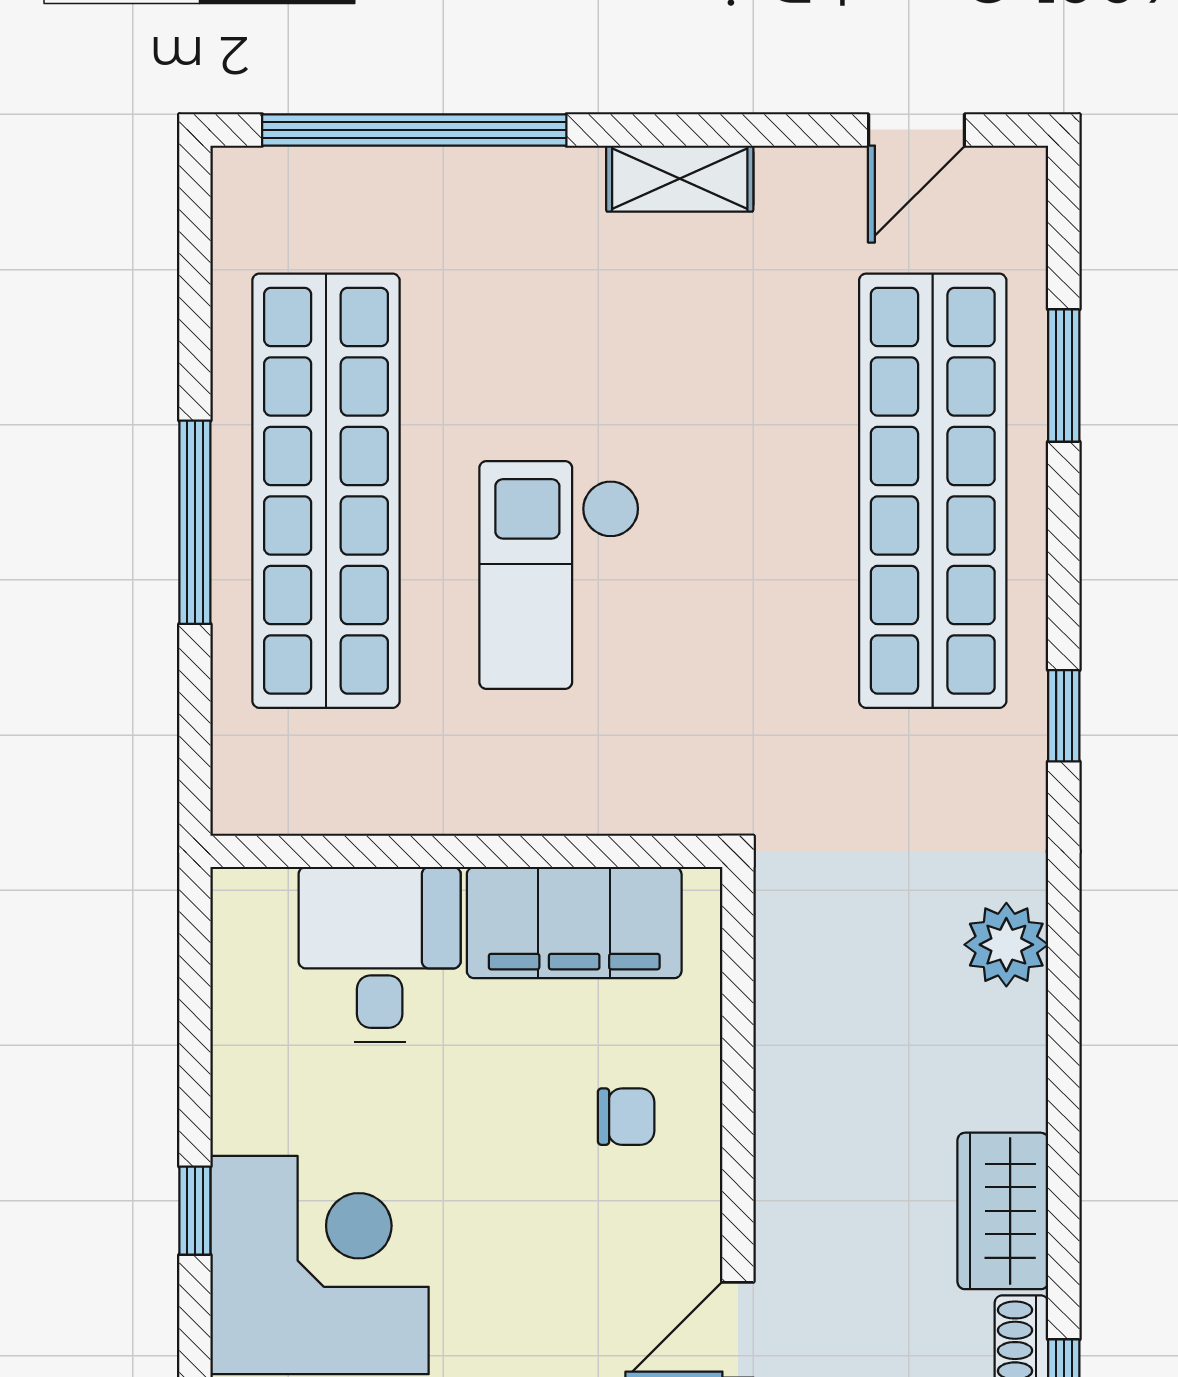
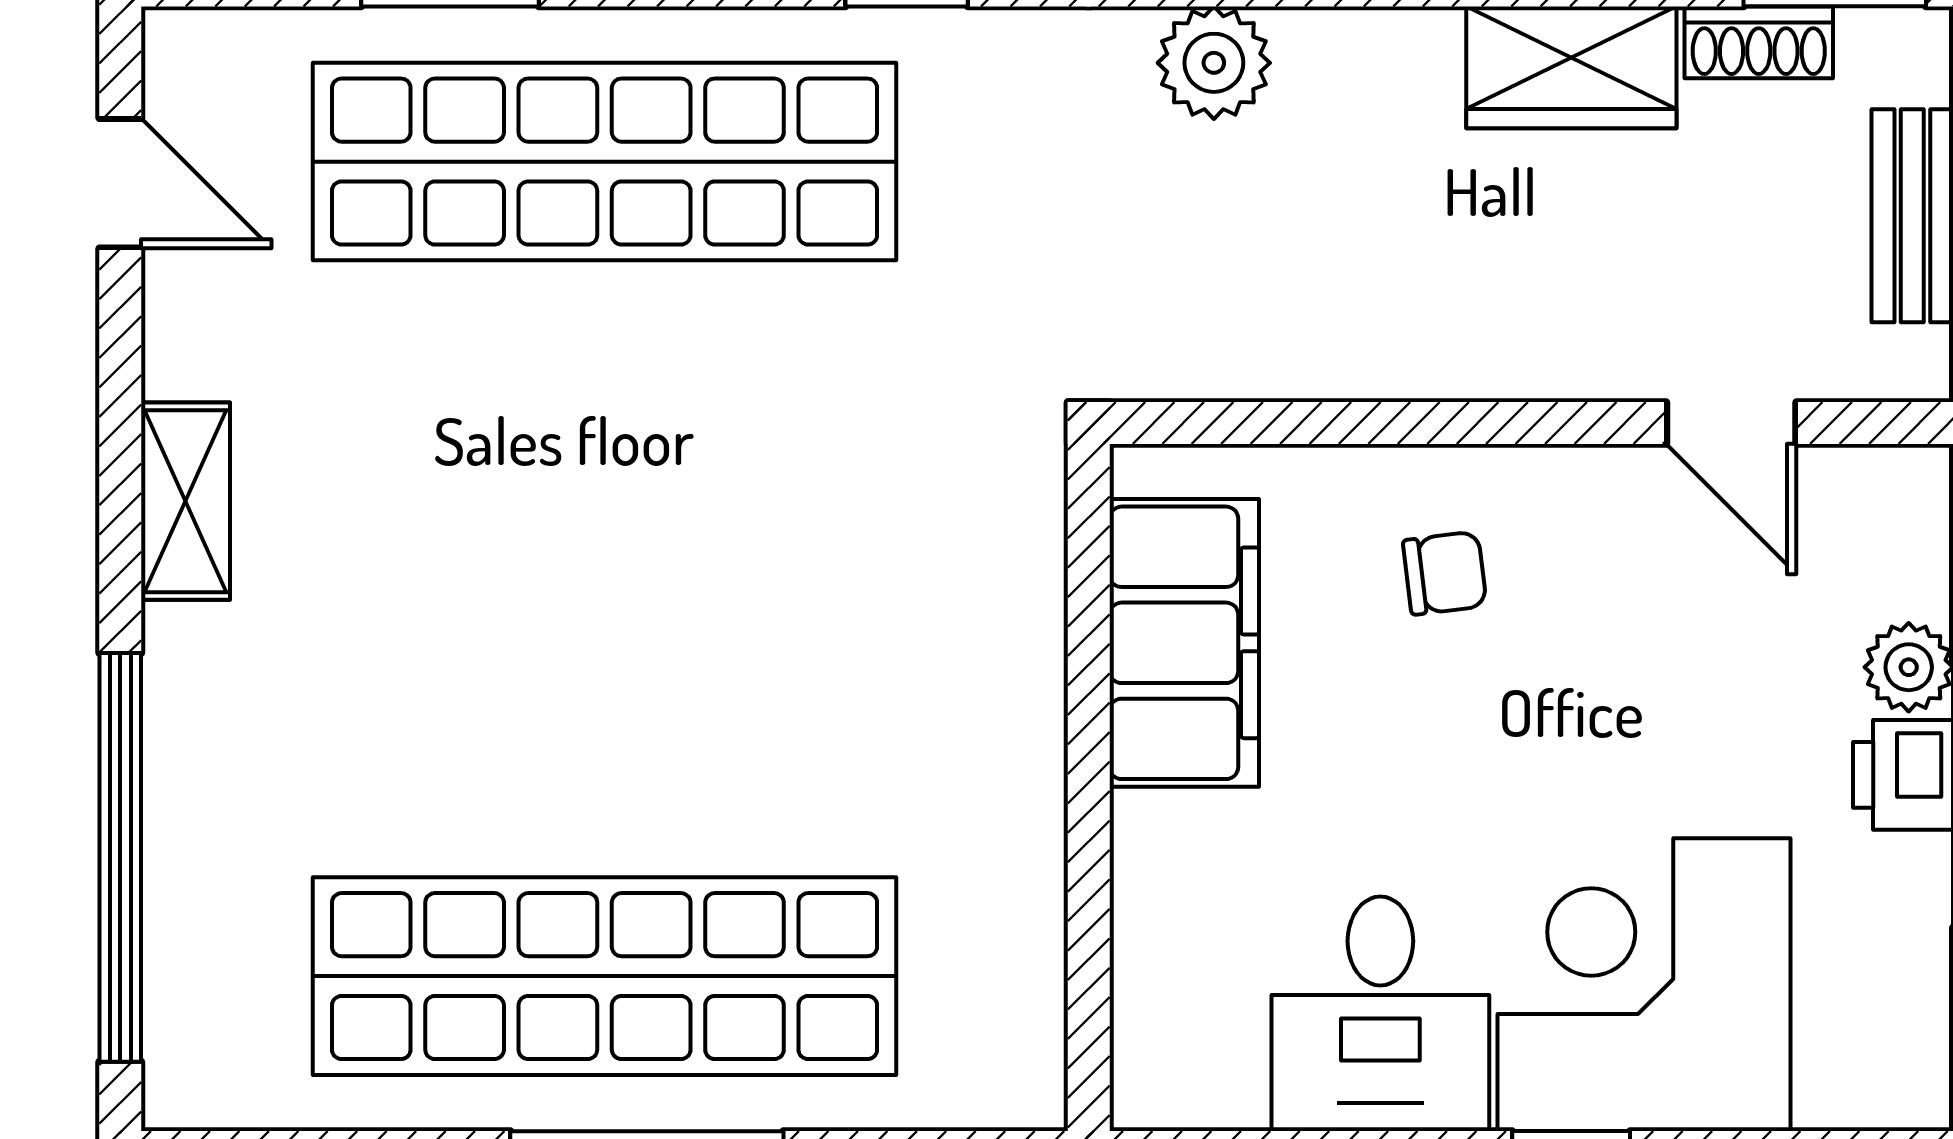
checkout: (559, 575) -> (718, 663), removed
desk: (380, 954) -> (1380, 1014), moved, turned -90
chair: (626, 1117) -> (1445, 573), turned 83

